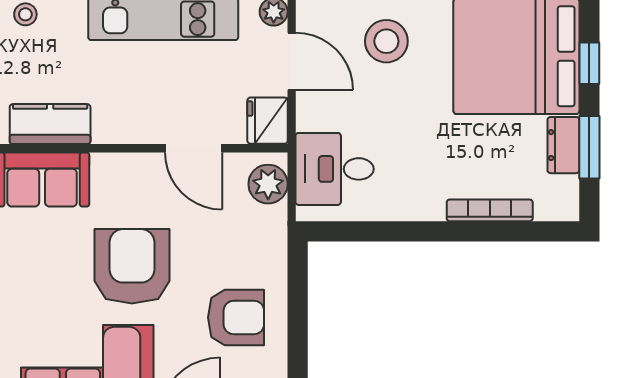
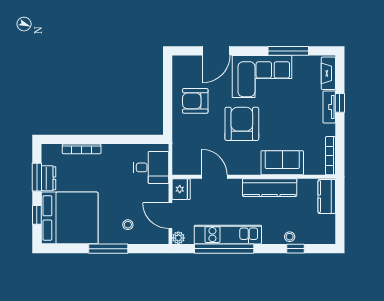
stool: (386, 41) -> (128, 225), width x0.53, depth x0.53
kitchen counter: (50, 124) -> (270, 188), width x1.50
plant: (268, 184) -> (181, 161), removed
armchair: (132, 266) -> (242, 124), turned 180

